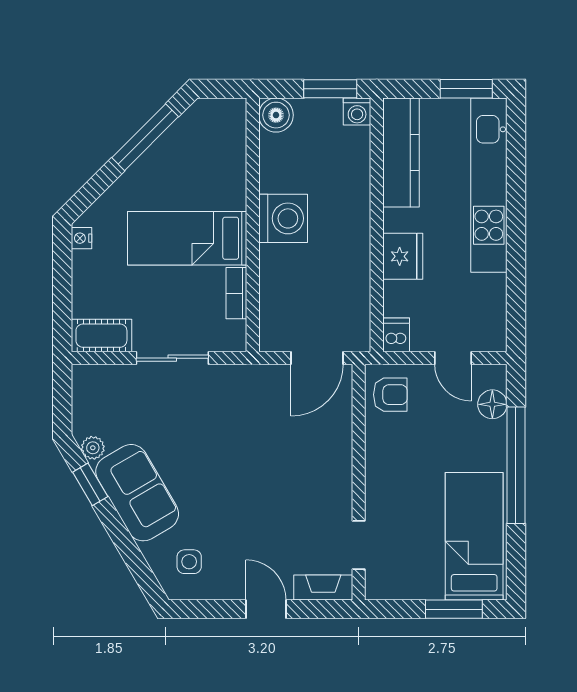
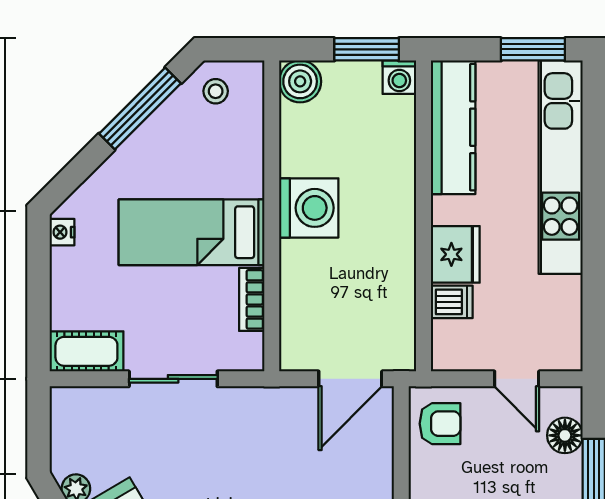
stool: (207, 123) -> (216, 91), added
dishwasher: (396, 335) -> (452, 302), moved, turned 90

